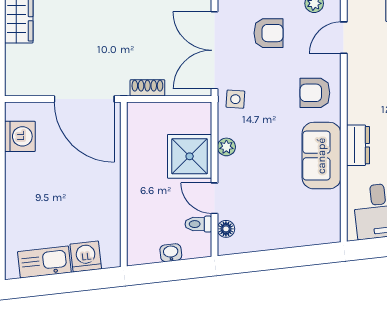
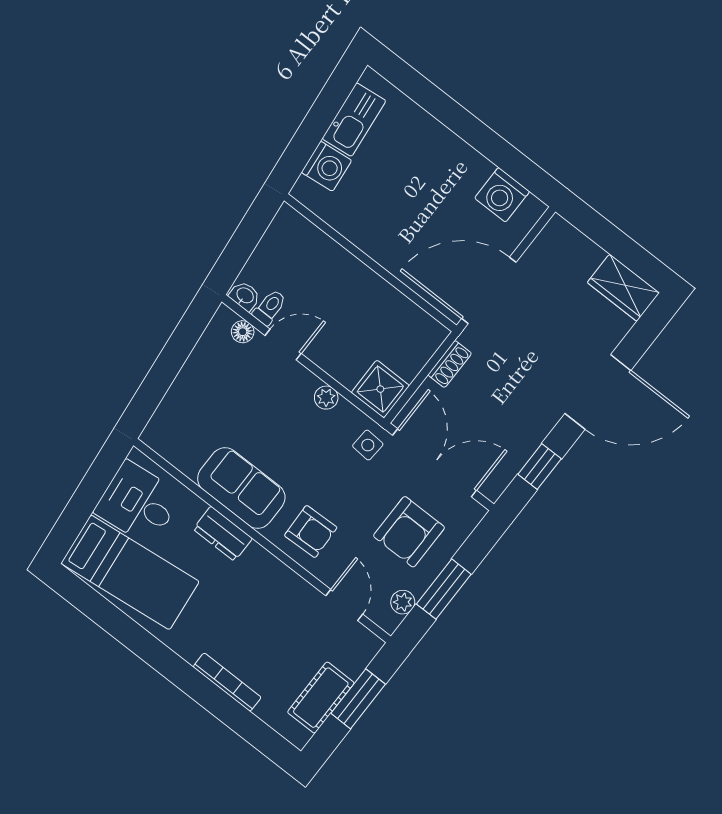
armchair: (268, 33) -> (409, 532), width x1.38, depth x1.38
armchair: (315, 93) -> (311, 532), turned 88
shower: (190, 156) -> (380, 389), moved, width x0.73, depth x0.73
washbasin: (171, 253) -> (245, 296), moved, turned -84

